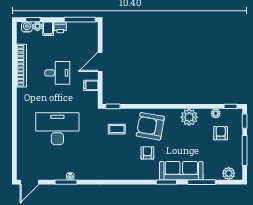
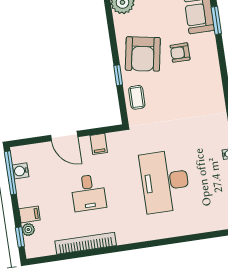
water cooler: (27, 27) -> (21, 171), moved
printer: (60, 27) -> (25, 198), removed
desk: (57, 73) -> (88, 193), turned 180
window: (113, 106) -> (118, 75), moved
coffee table: (117, 129) -> (137, 97), moved

